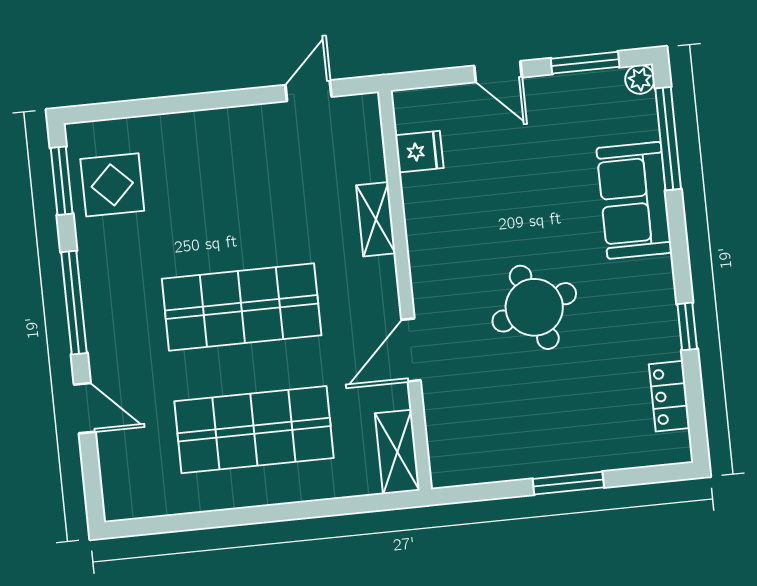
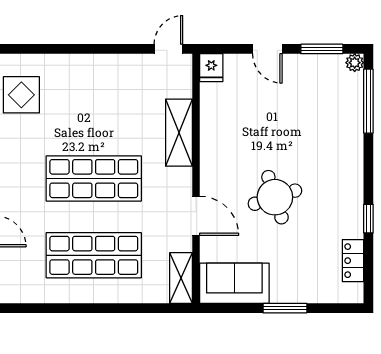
door: (308, 91) -> (168, 49), moved
fridge: (419, 152) -> (211, 68), moved, turned 90
sofa: (634, 200) -> (234, 283), moved, turned 90
shelving: (376, 219) -> (179, 133), width x1.50, depth x1.33
door: (411, 350) -> (196, 216), swing flipped

